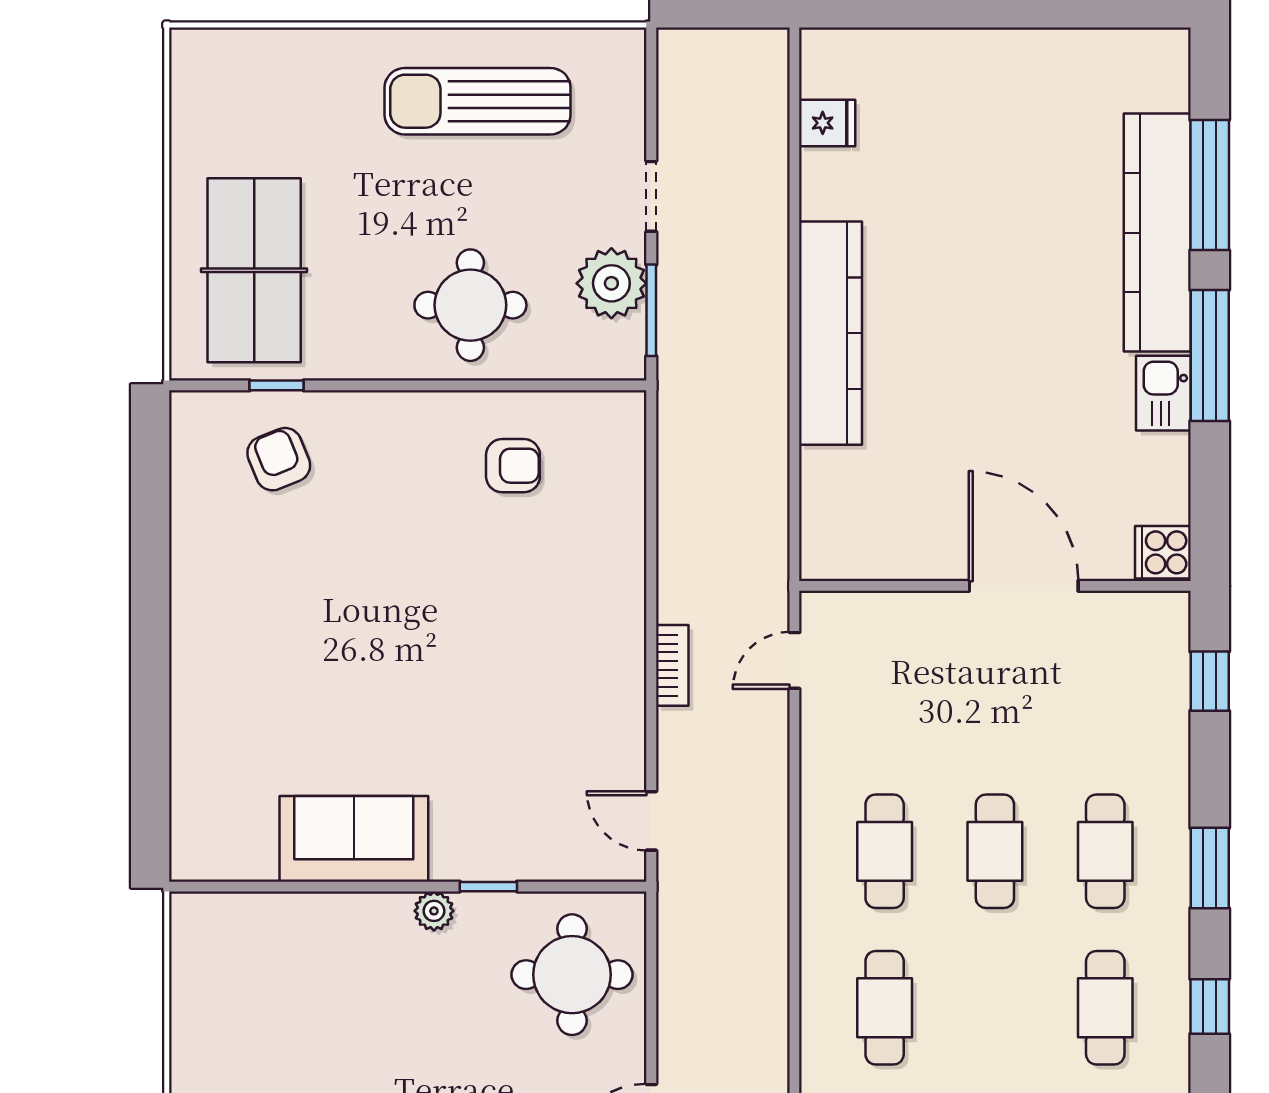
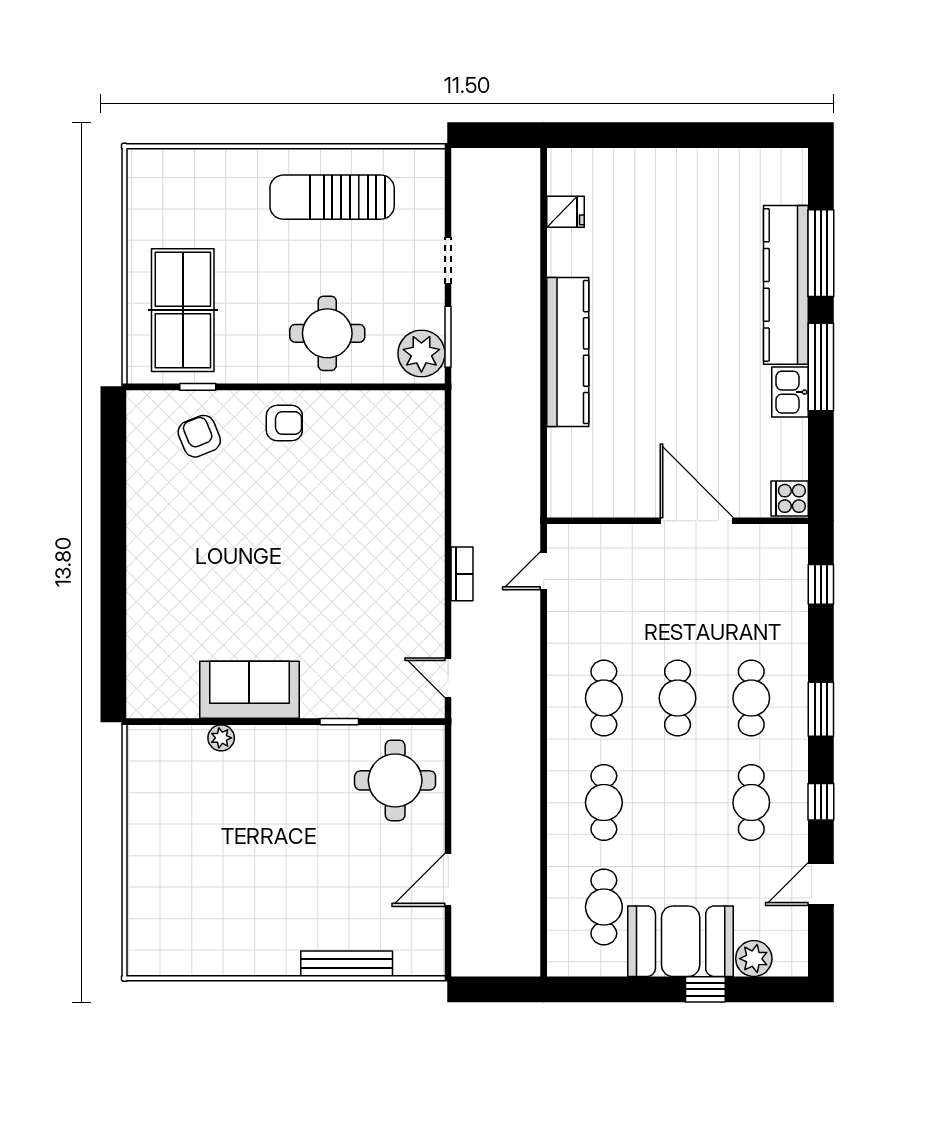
plant: (611, 283) -> (421, 354), moved
armchair: (513, 466) -> (284, 423), moved
plant: (434, 911) -> (221, 738), moved

